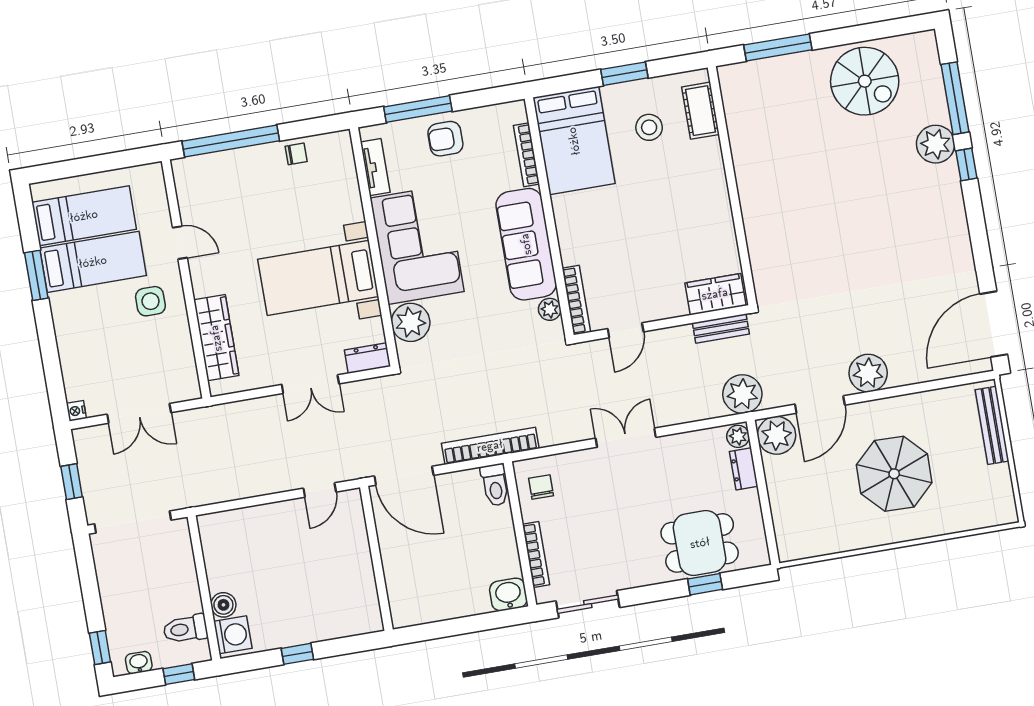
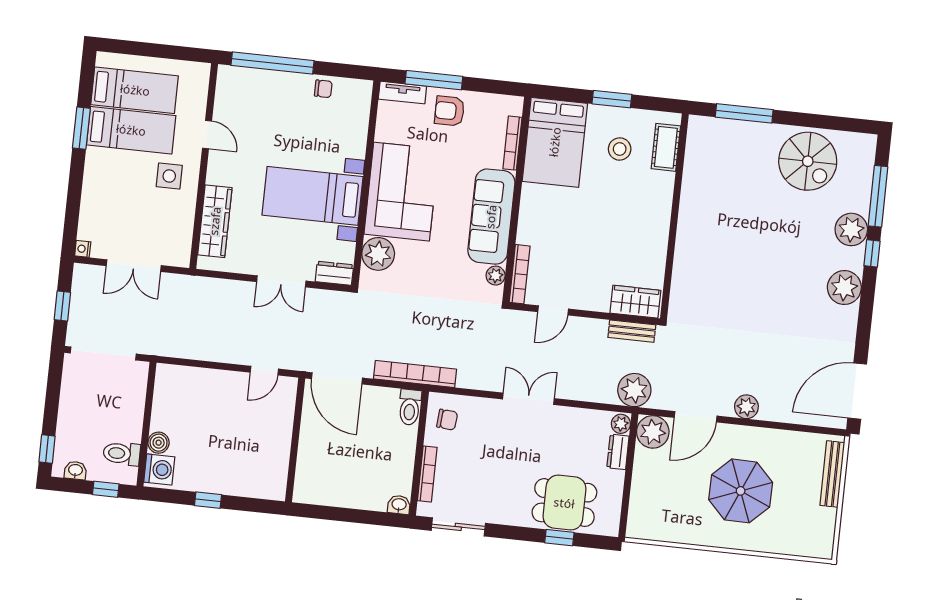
tv unit: (375, 167) -> (402, 93), moved, turned 90
plant: (946, 212) -> (844, 288), added
plant: (868, 373) -> (746, 407), width x0.73, depth x0.73
chair: (541, 487) -> (447, 420), turned 95
washbasin: (508, 594) -> (399, 505), width x0.72, depth x0.69

